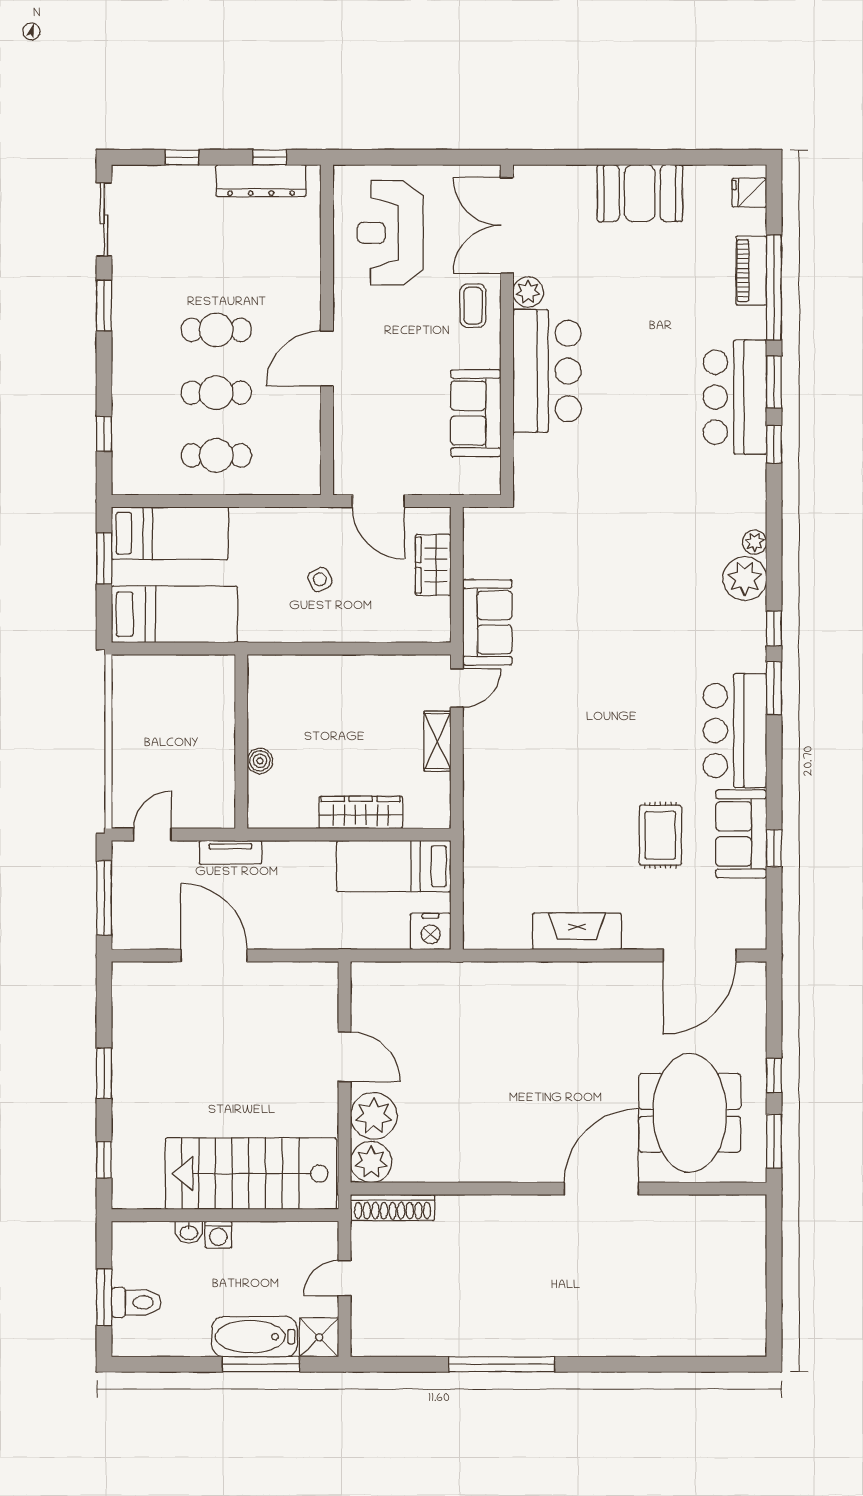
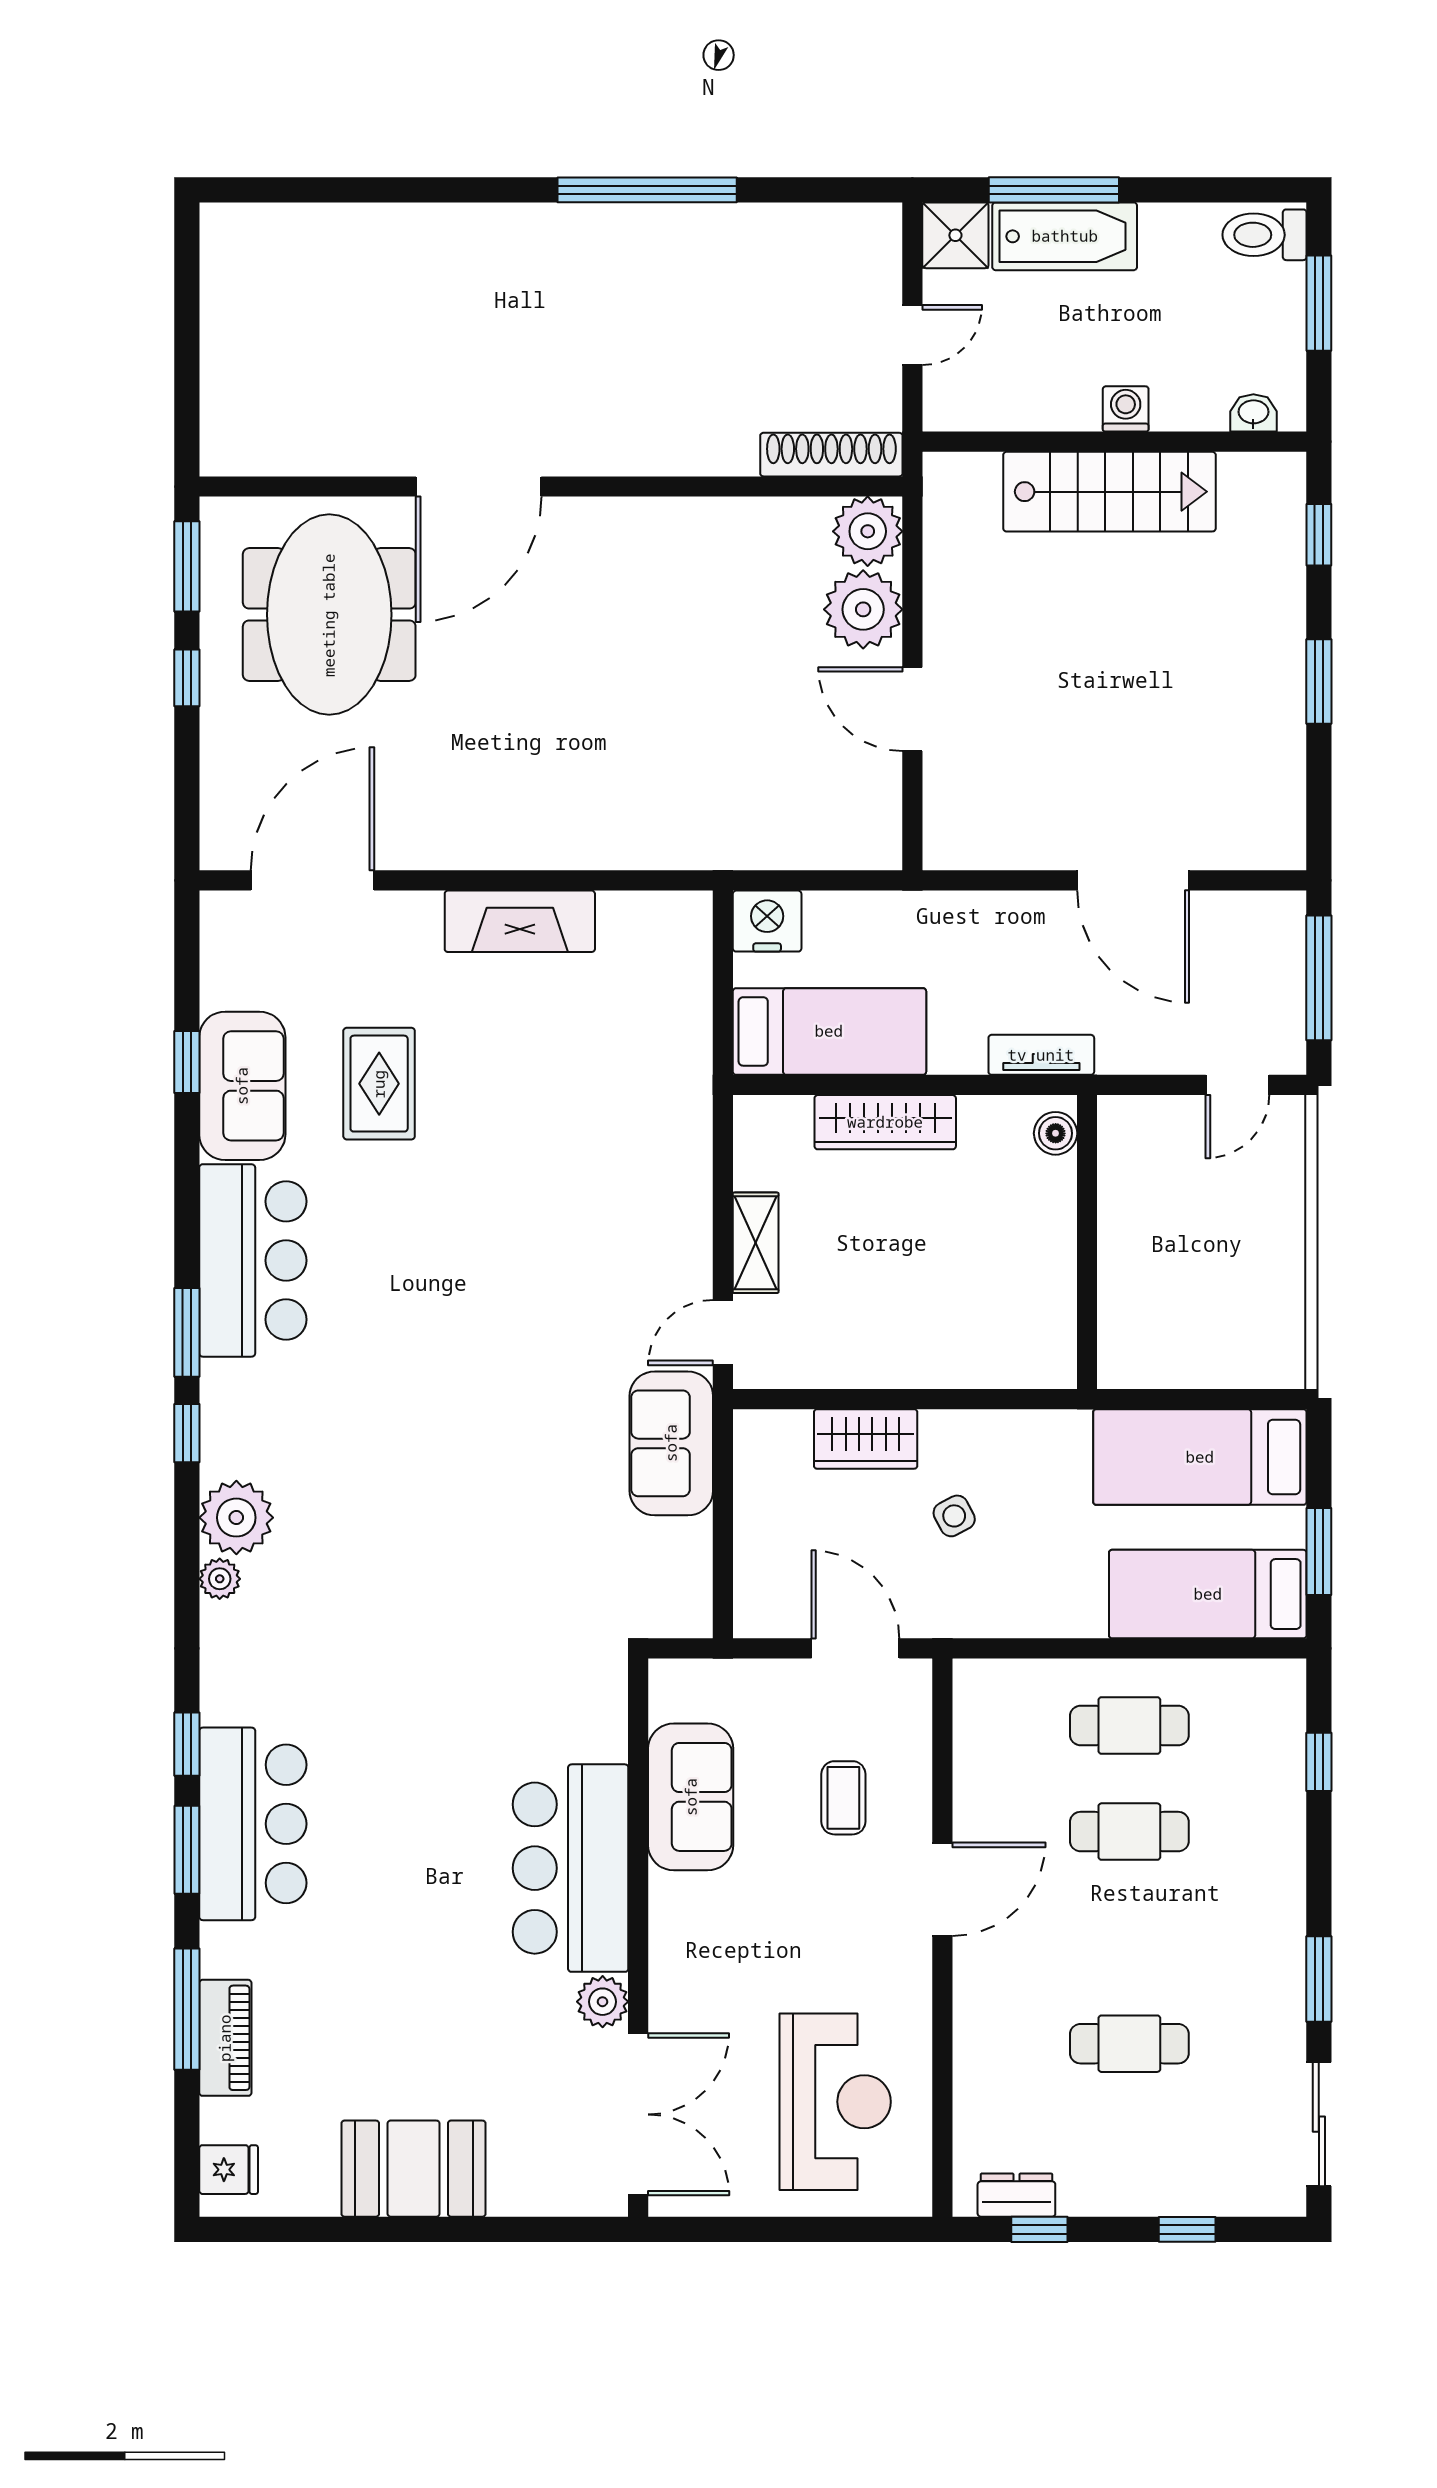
dresser: (261, 181) -> (1016, 2195), width x0.51, depth x0.80
window: (774, 288) -> (187, 2009), width x0.68
coffee table: (473, 306) -> (843, 1798), moved
cafe table: (216, 330) -> (1129, 2044), moved
wardrobe: (433, 565) -> (866, 1439), moved, turned 90
boiler: (260, 761) -> (1056, 1133), moved
tv unit: (230, 852) -> (1041, 1055), moved
stairs: (251, 1174) -> (1109, 492), width x0.73, depth x0.66
washbasin: (189, 1232) -> (1253, 413), moved
toilet: (136, 1302) -> (1264, 235), moved

